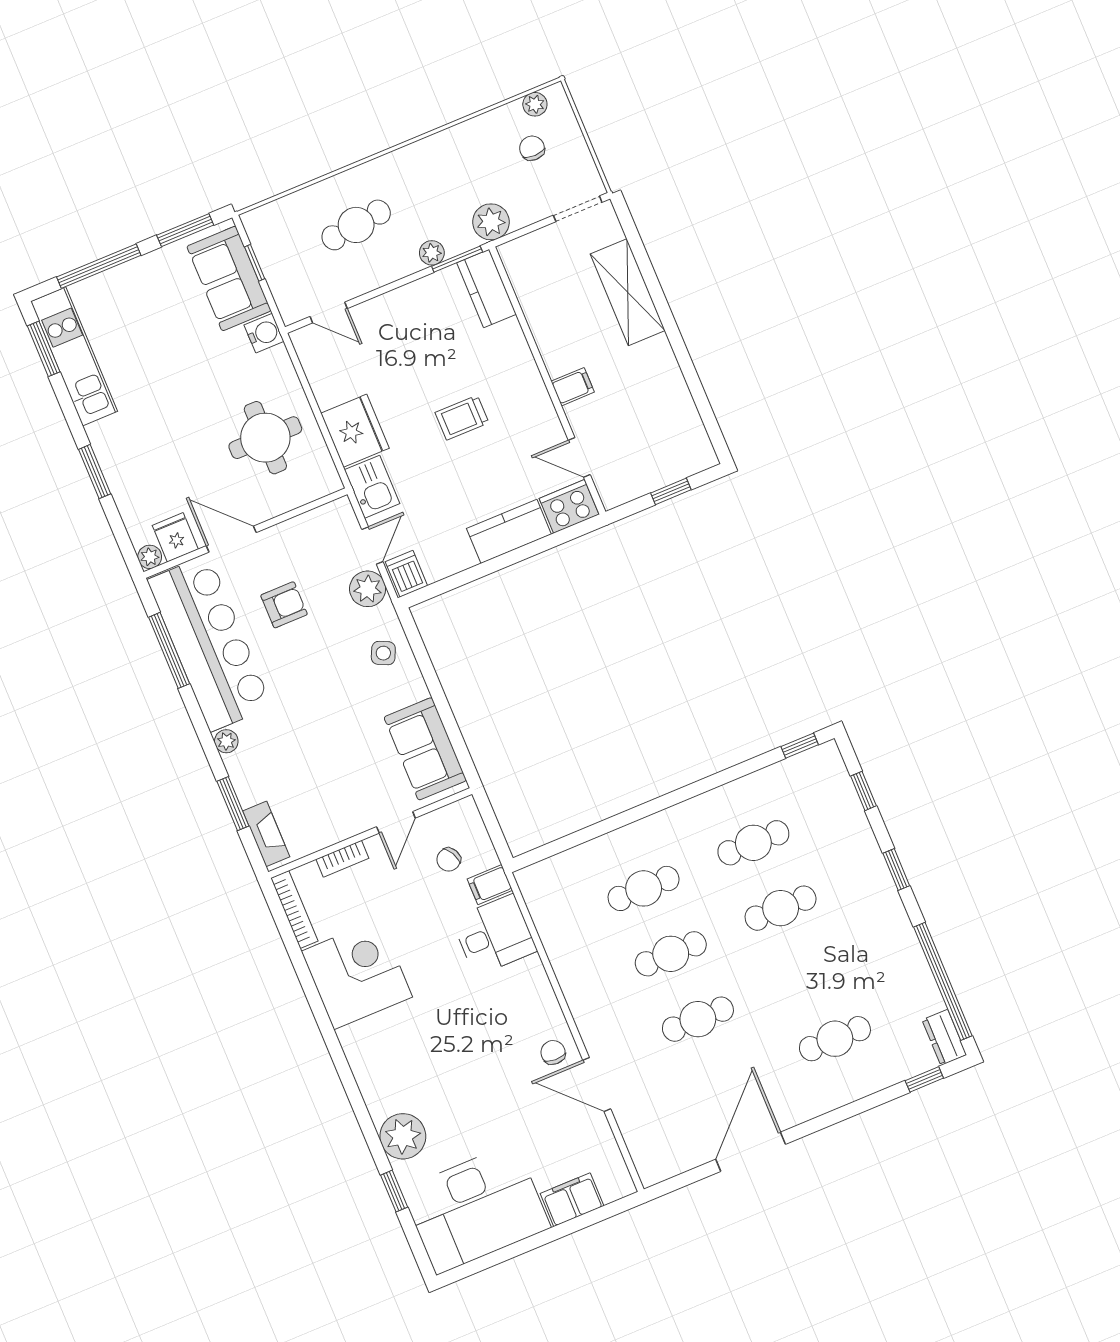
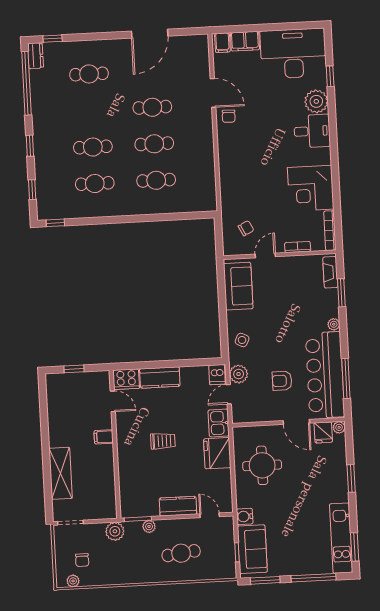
kitchen counter: (486, 288) -> (178, 506), moved, turned -90
filing cabinet: (490, 885) -> (222, 43), moved, turned 90
desk: (494, 935) -> (312, 131), moved, turned 180

